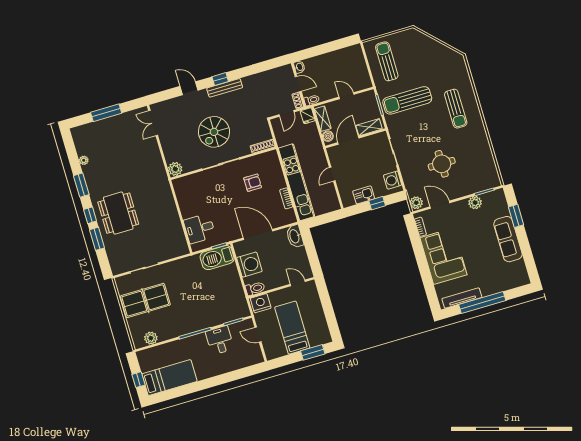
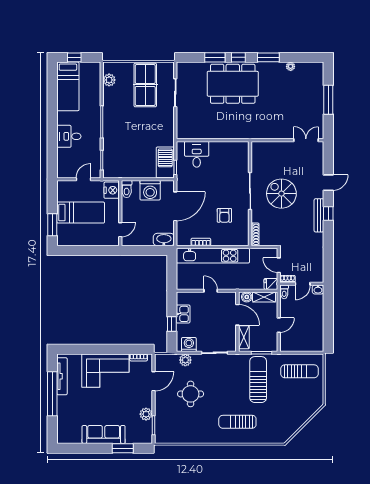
plant: (175, 169) -> (258, 148), removed
plant: (416, 203) -> (185, 360), moved
dining table: (118, 213) -> (233, 84), width x1.36, depth x1.24
desk: (220, 340) -> (69, 136), moved, turned 180

